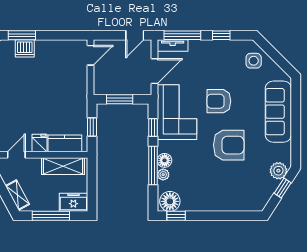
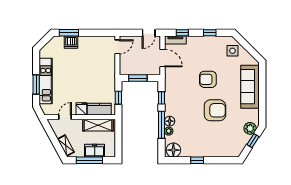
window: (182, 35) -> (182, 33), width x0.46
door: (154, 71) -> (163, 58), hinge flipped
corner sofa: (177, 112) -> (178, 87), removed
freezer: (73, 202) -> (95, 151), moved
window: (176, 216) -> (197, 160), moved

